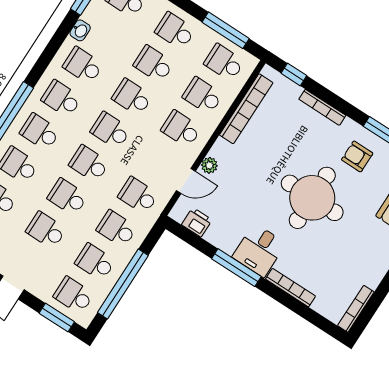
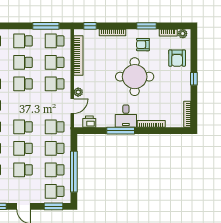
school desk: (111, 130) -> (23, 105), removed

